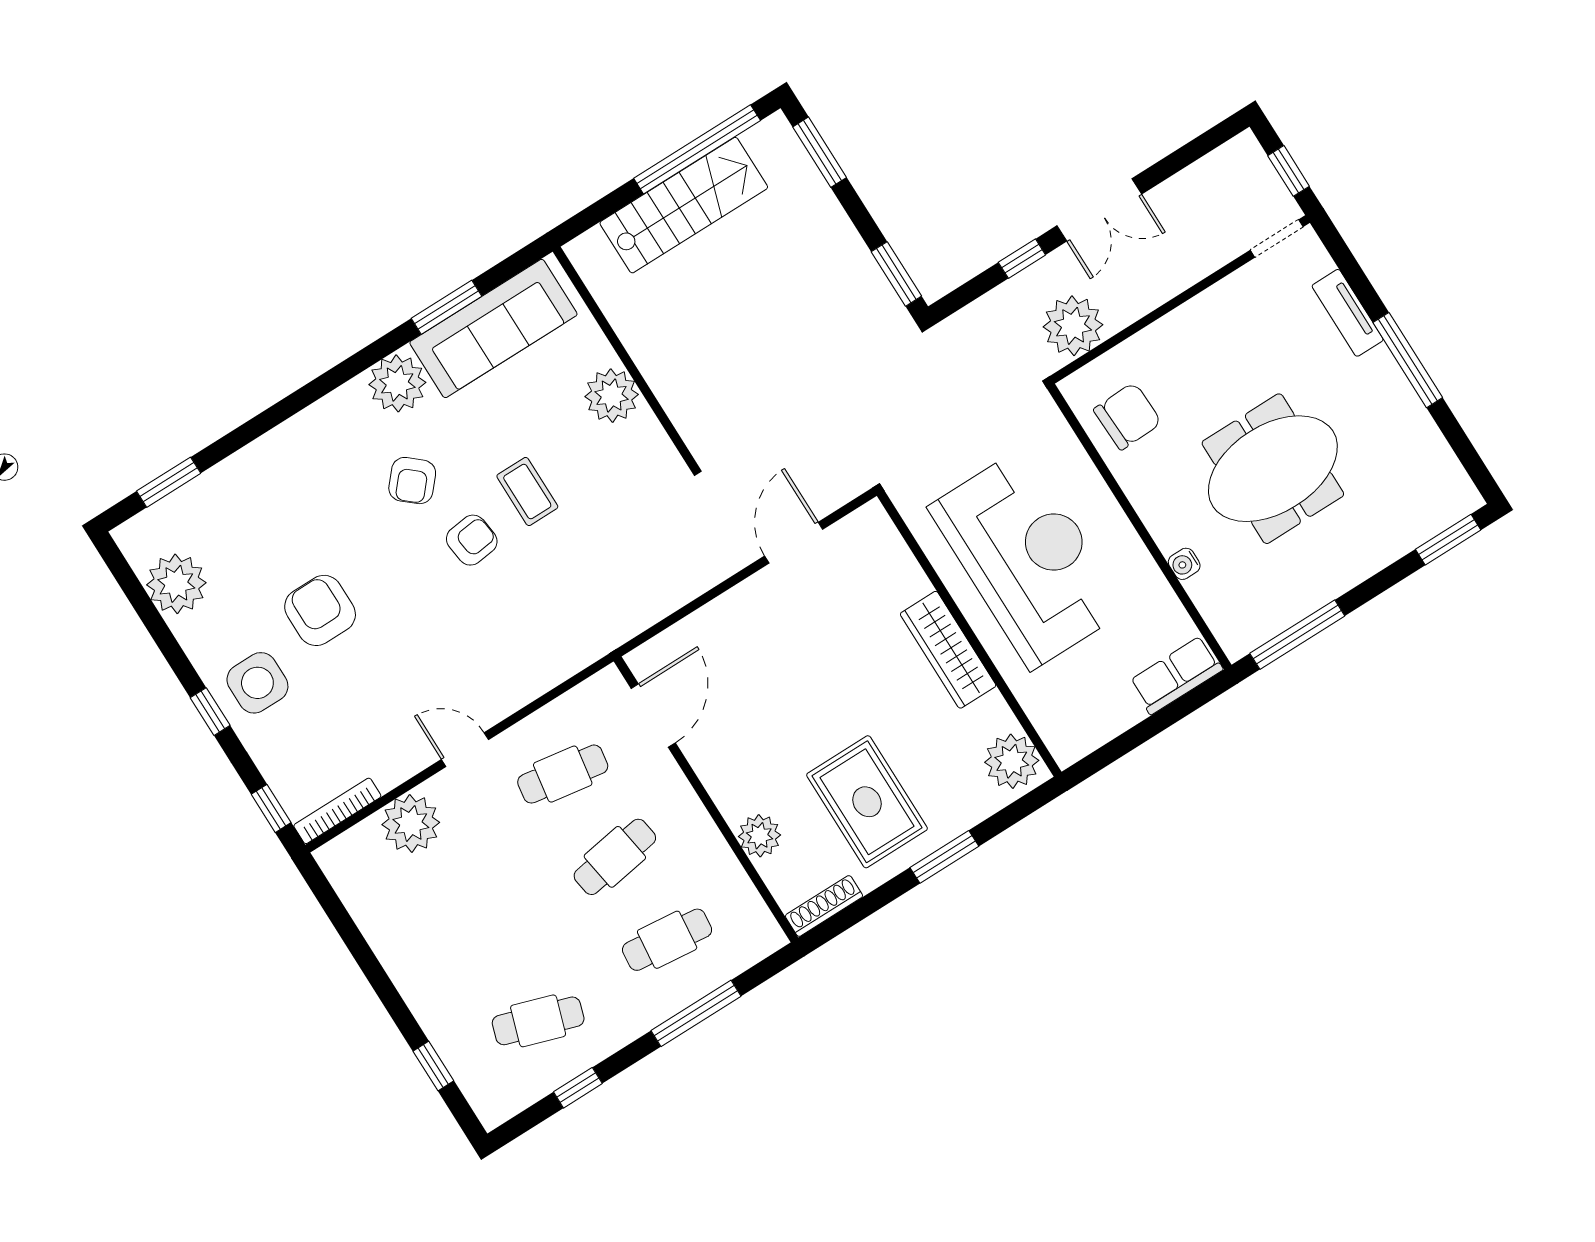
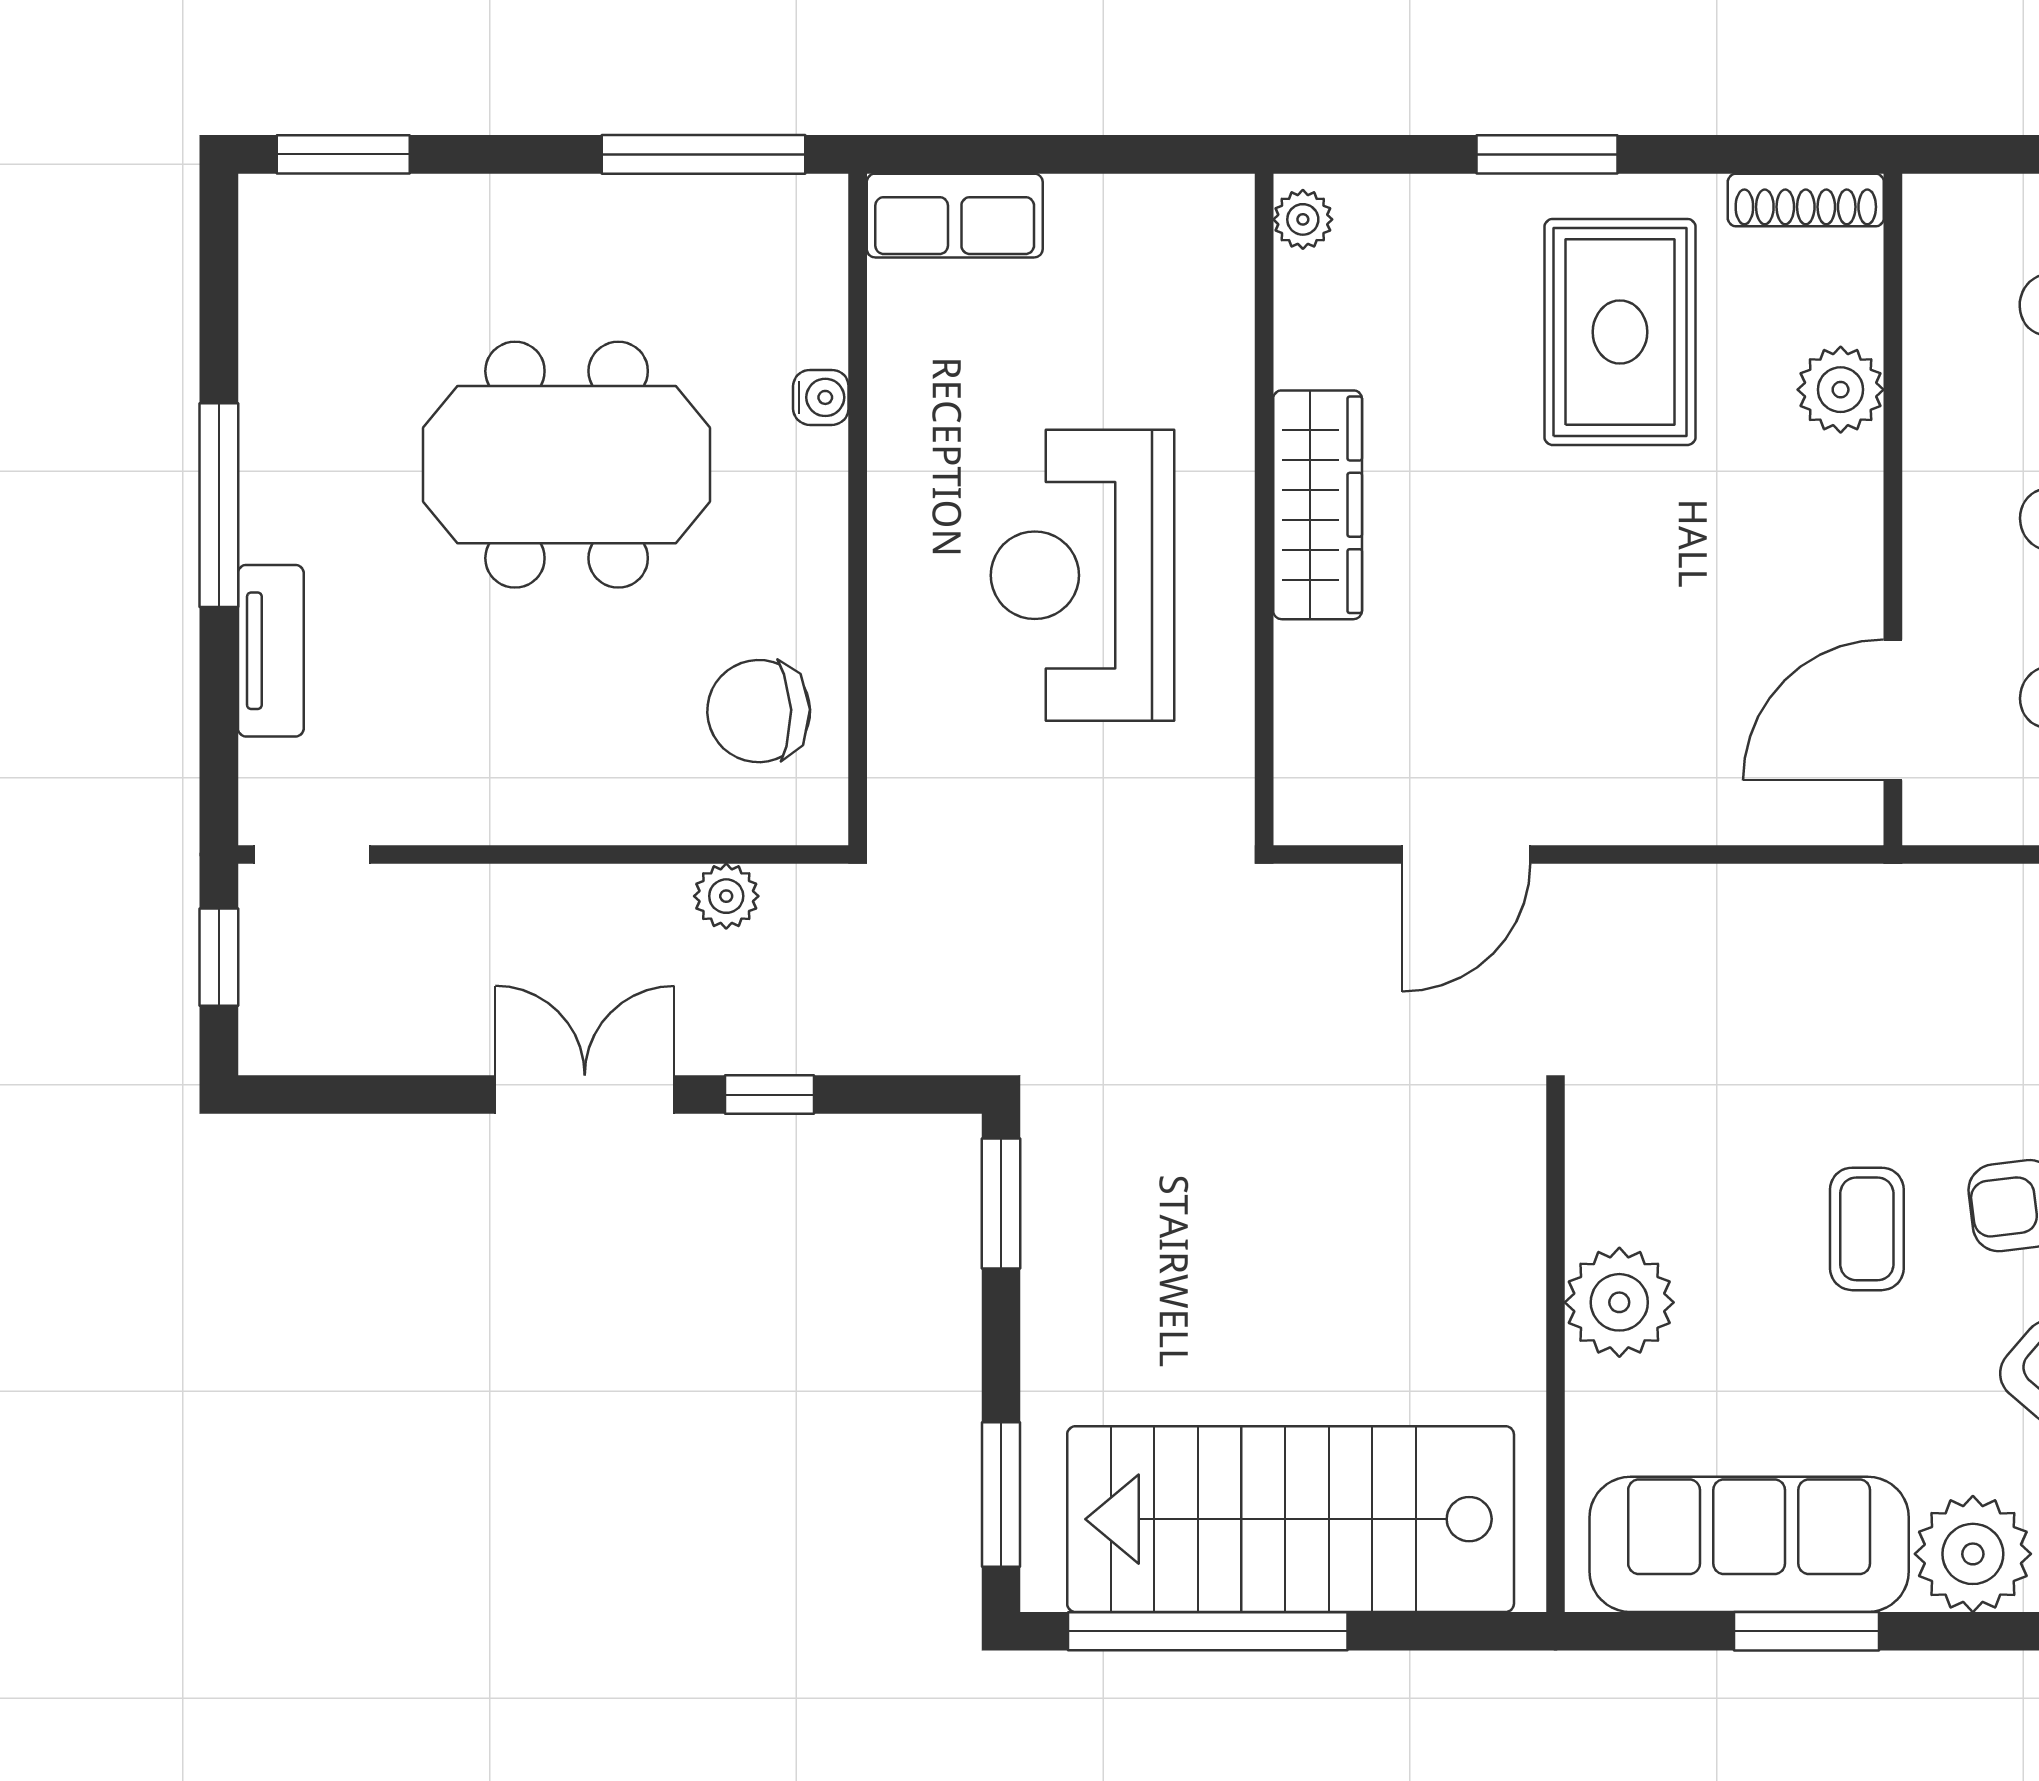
stairs: (684, 205) -> (1291, 1519), width x1.36, depth x1.51
plant: (1073, 326) -> (726, 896), width x0.53, depth x0.53
reception desk: (1028, 558) -> (1082, 575), width x0.74, depth x0.77
plant: (1012, 761) -> (1303, 219), width x0.53, depth x0.53

